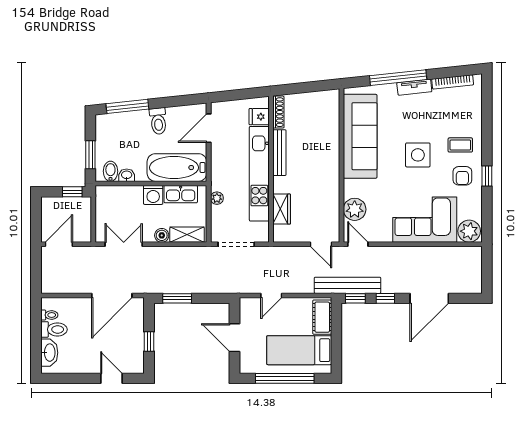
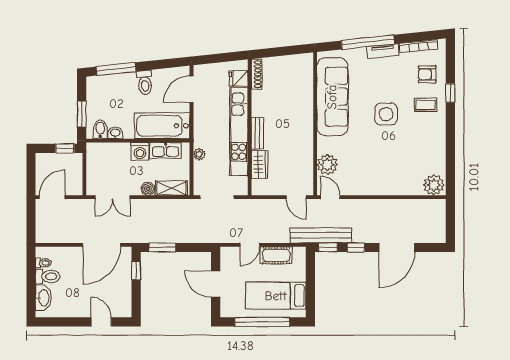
bench: (279, 153) -> (257, 133), moved, width x0.73
armchair: (462, 176) -> (427, 74), moved, turned 90
window: (487, 176) -> (450, 93), moved
corner sofa: (425, 220) -> (393, 174), removed
double door: (124, 244) -> (113, 197), swing flipped
cot: (322, 317) -> (276, 255), moved, turned 90
window: (149, 341) -> (136, 271), moved

